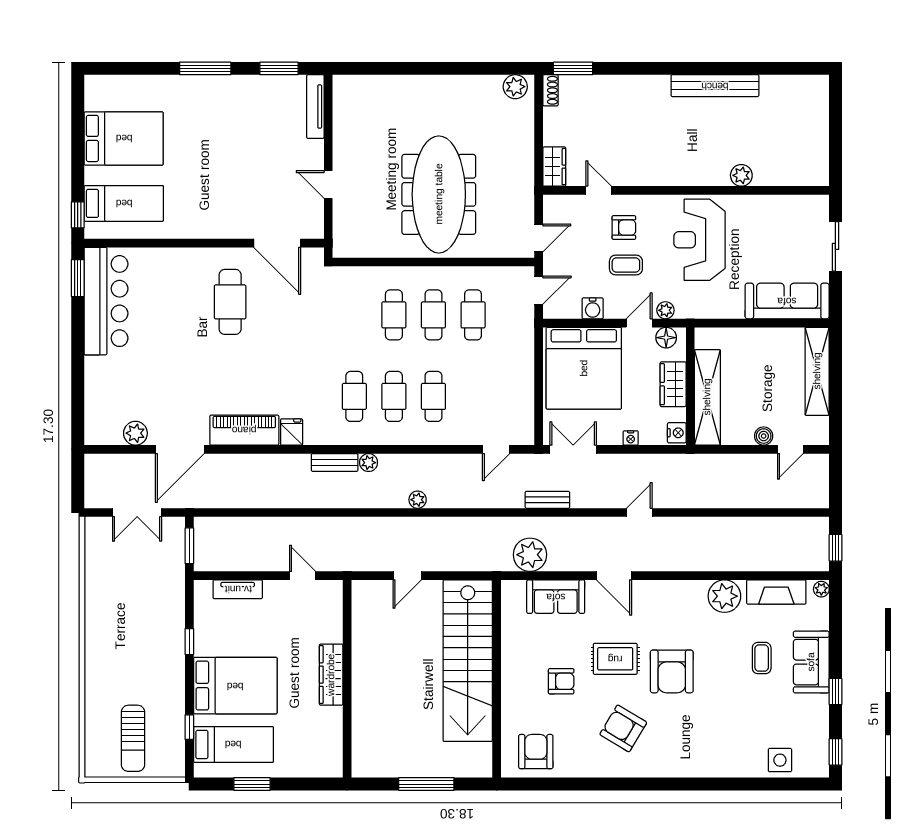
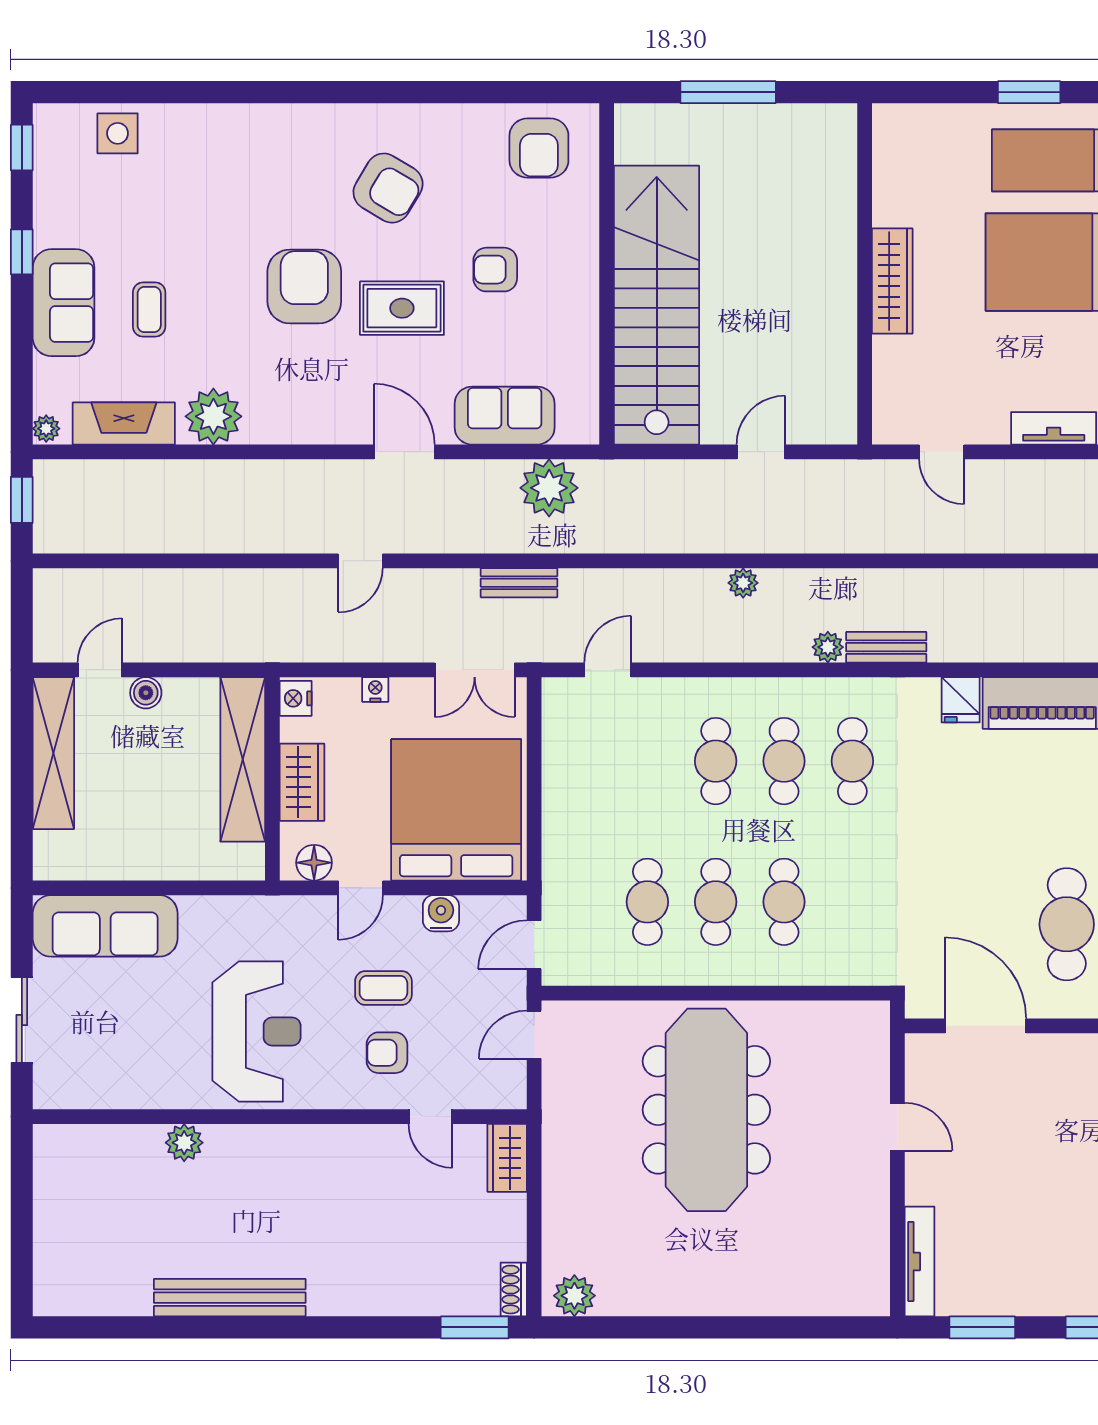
plant: (665, 310) -> (315, 910), removed
shelving: (817, 371) -> (53, 753), moved

